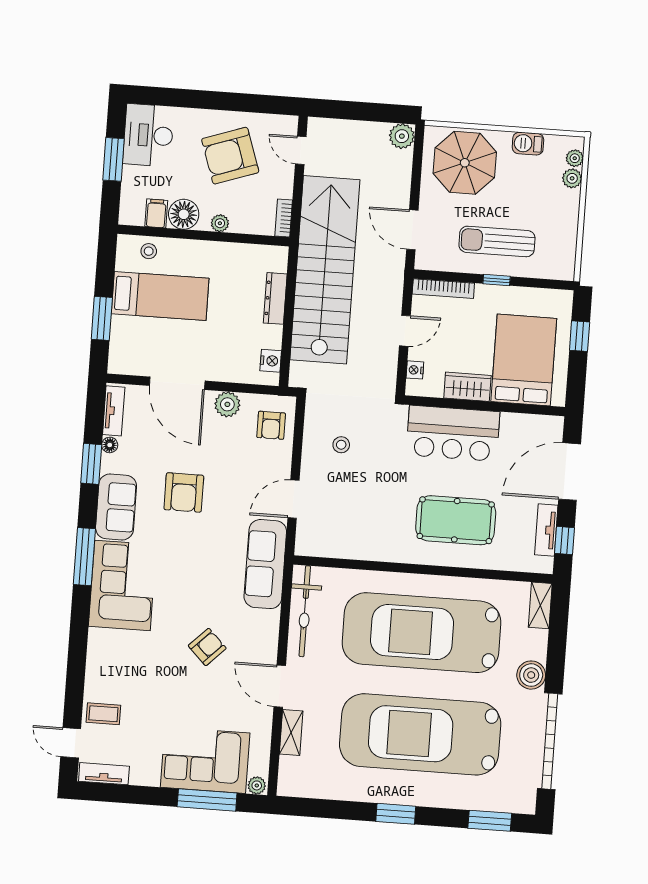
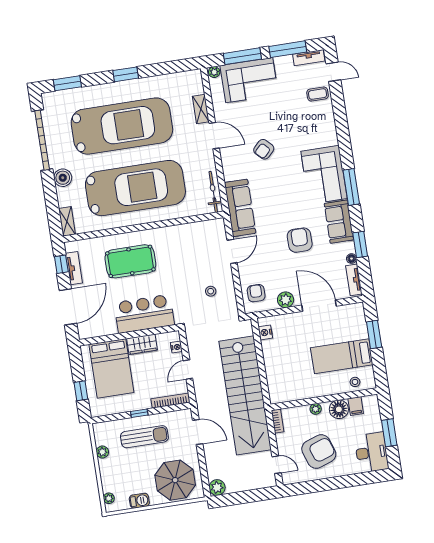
plant: (572, 178) -> (102, 452), moved
dresser: (275, 298) -> (271, 371), removed
bicycle: (305, 611) -> (213, 192), width x0.73, depth x0.71
window: (134, 795) -> (288, 49), added

